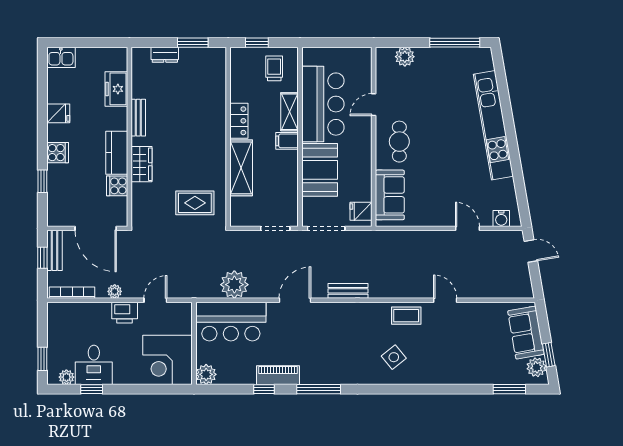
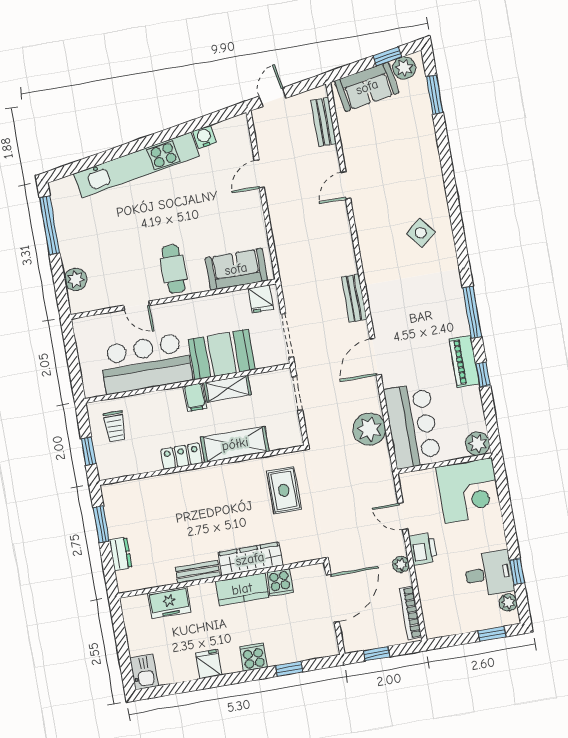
trolley: (274, 68) -> (115, 426), turned -90
shelving: (290, 112) -> (228, 389), moved
cafe table: (399, 142) -> (174, 269), turned 90
wardrobe: (141, 164) -> (250, 559), width x1.50
water cooler: (501, 219) -> (204, 137), moved, turned -100
bench: (54, 250) -> (324, 122), moved, turned 90
door: (295, 300) -> (375, 357), hinge flipped
coffee table: (406, 316) -> (371, 227), removed

